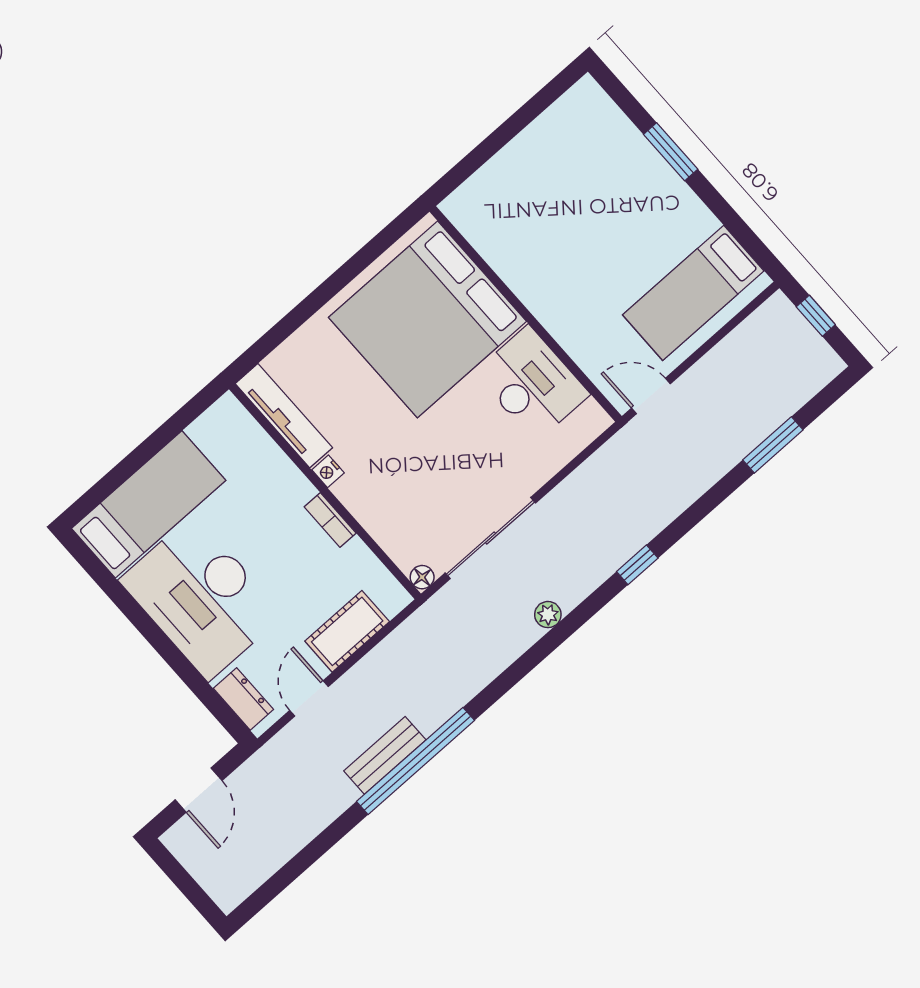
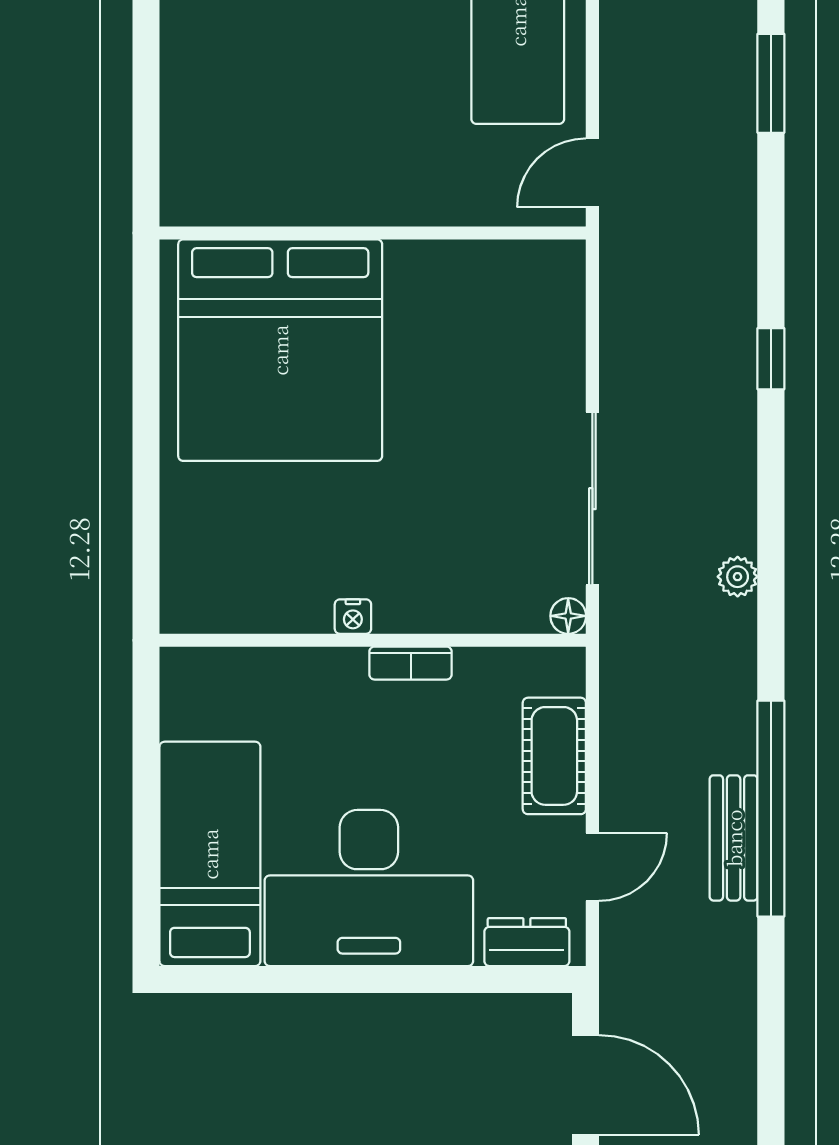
desk: (532, 384) -> (458, 296), removed
tv unit: (284, 416) -> (245, 611), removed
plant: (548, 615) -> (738, 577), moved
door: (309, 698) -> (592, 867), swing flipped
door: (199, 790) -> (585, 1085), width x1.38

